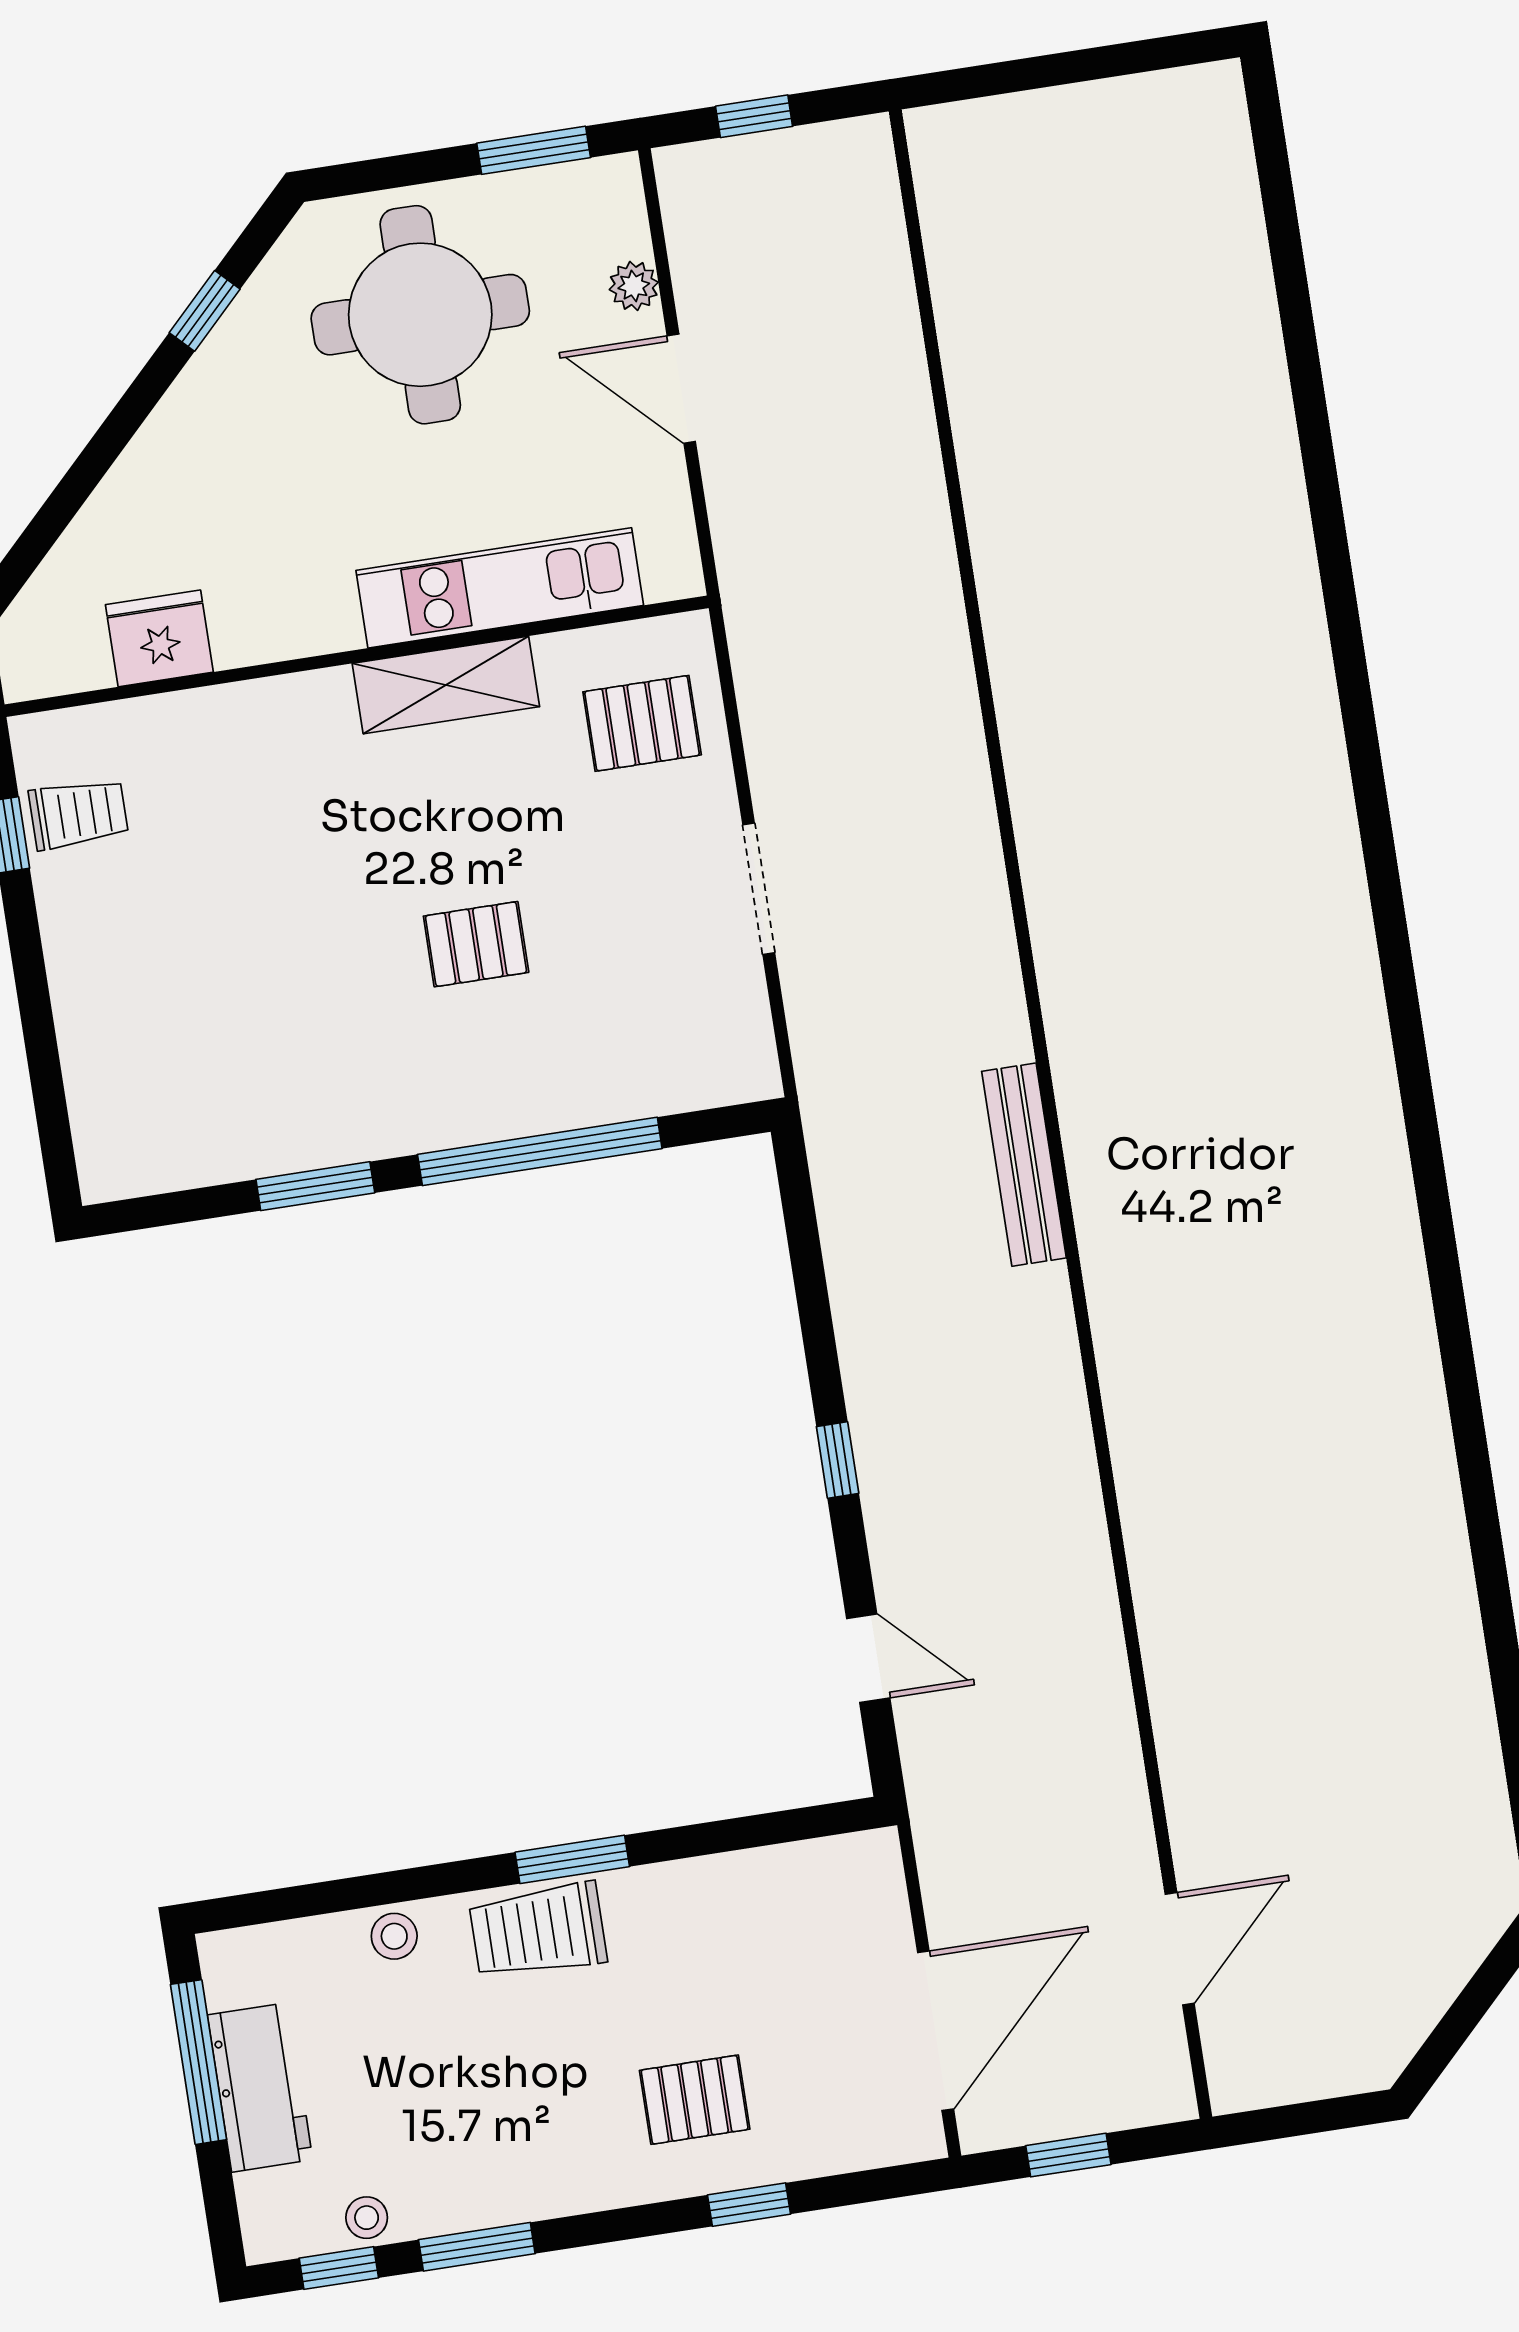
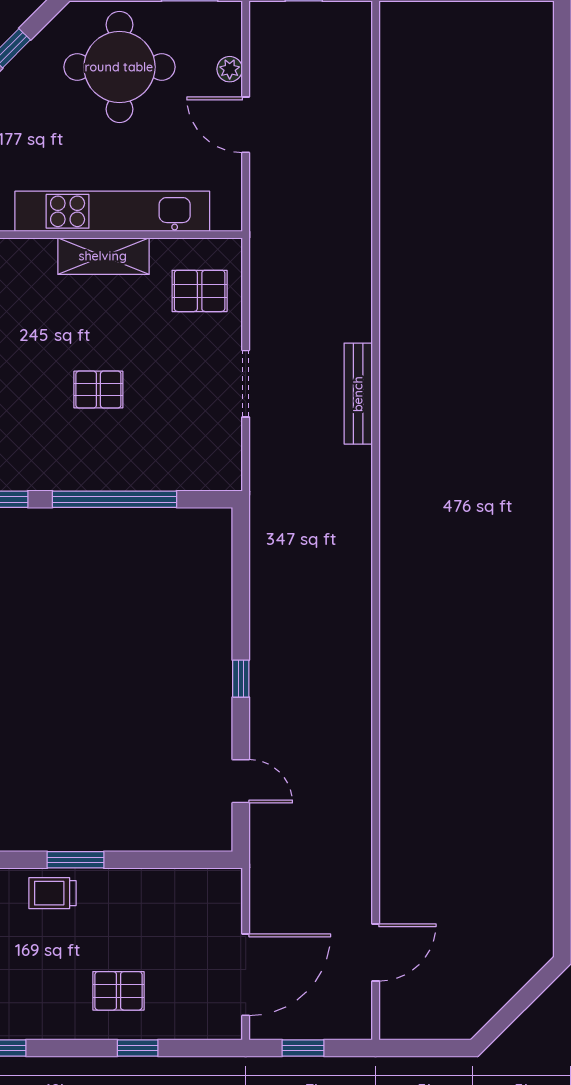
kitchen unit: (500, 588) -> (112, 211), width x1.36
bench: (1024, 1165) -> (358, 394), moved
trolley: (538, 1931) -> (53, 893), width x0.73, depth x0.72

